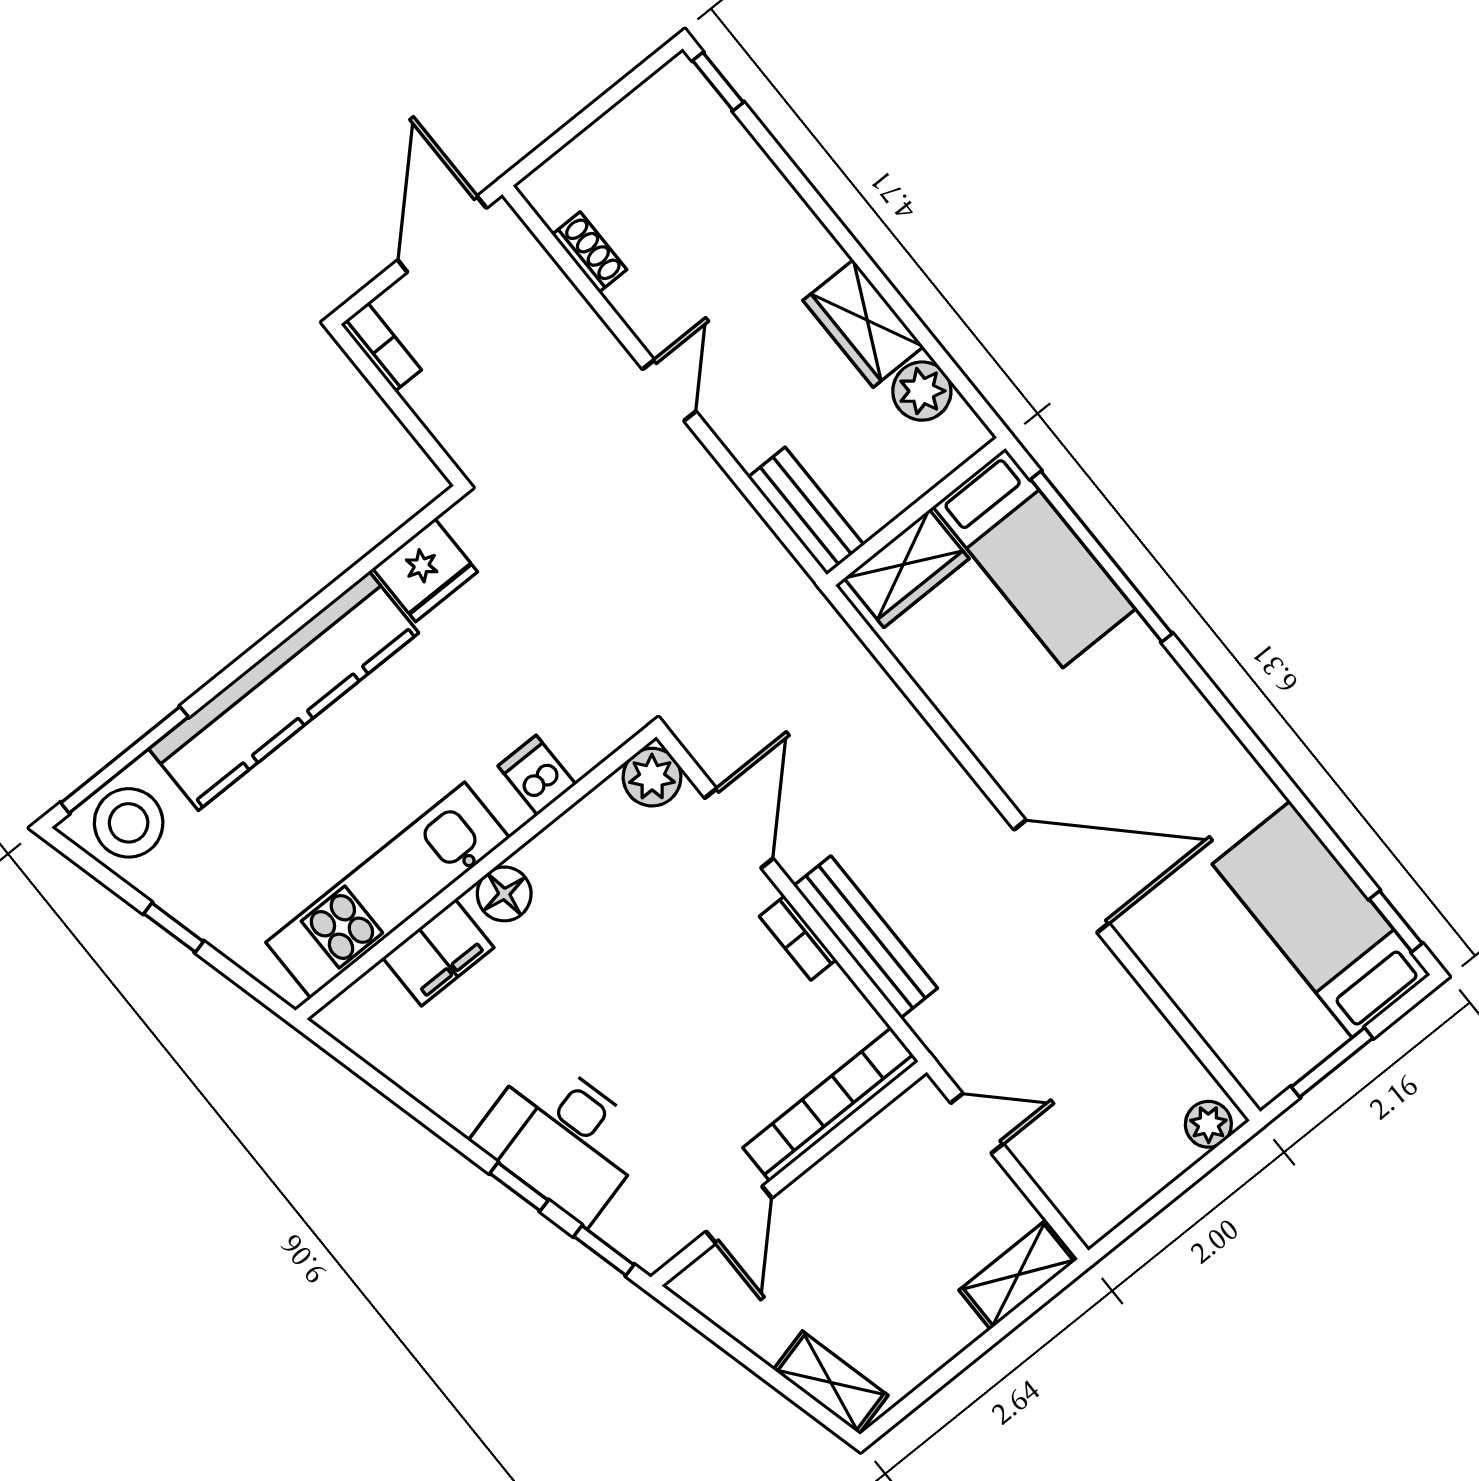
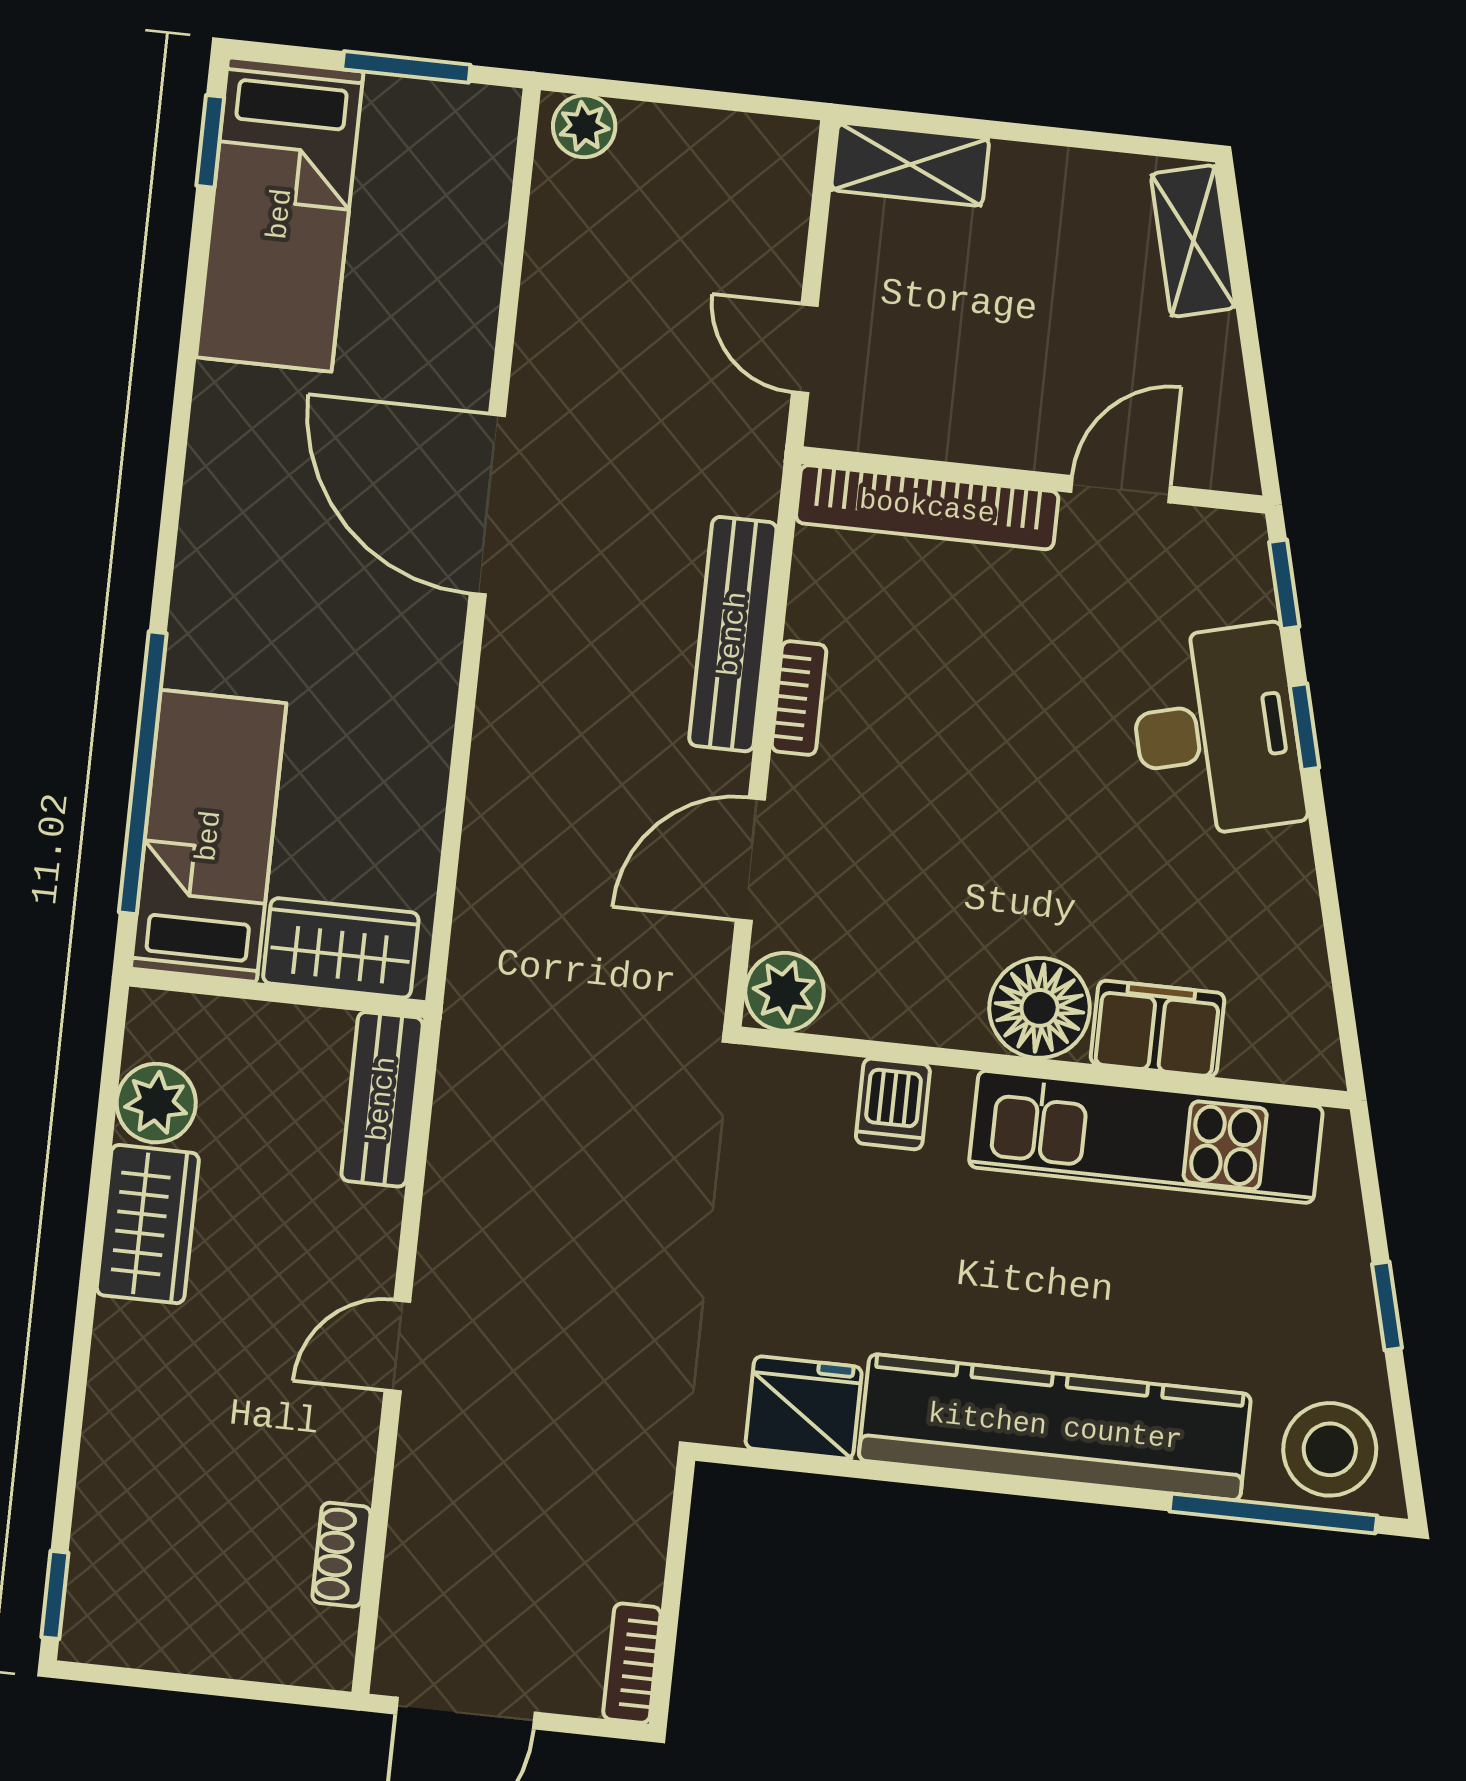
floor lamp: (504, 894) -> (1040, 1008), width x1.38, depth x1.38

